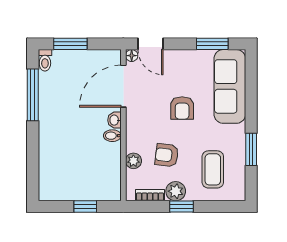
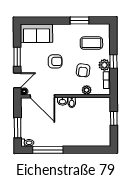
window: (212, 44) -> (17, 57), moved
sofa: (230, 86) -> (36, 33), width x0.73

